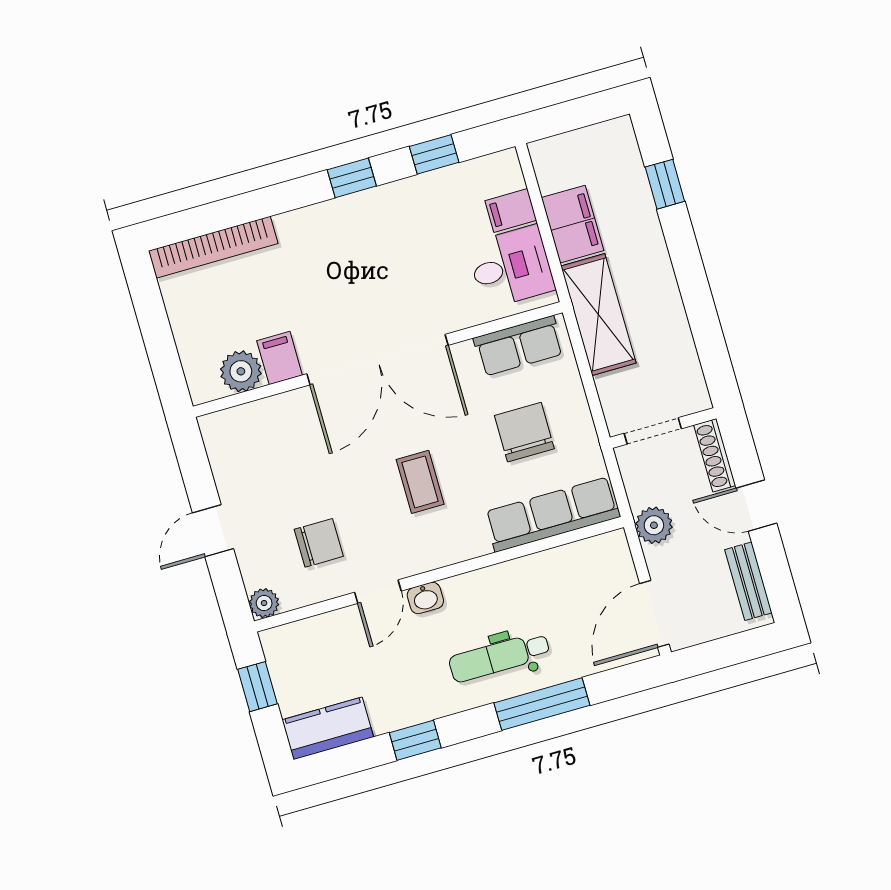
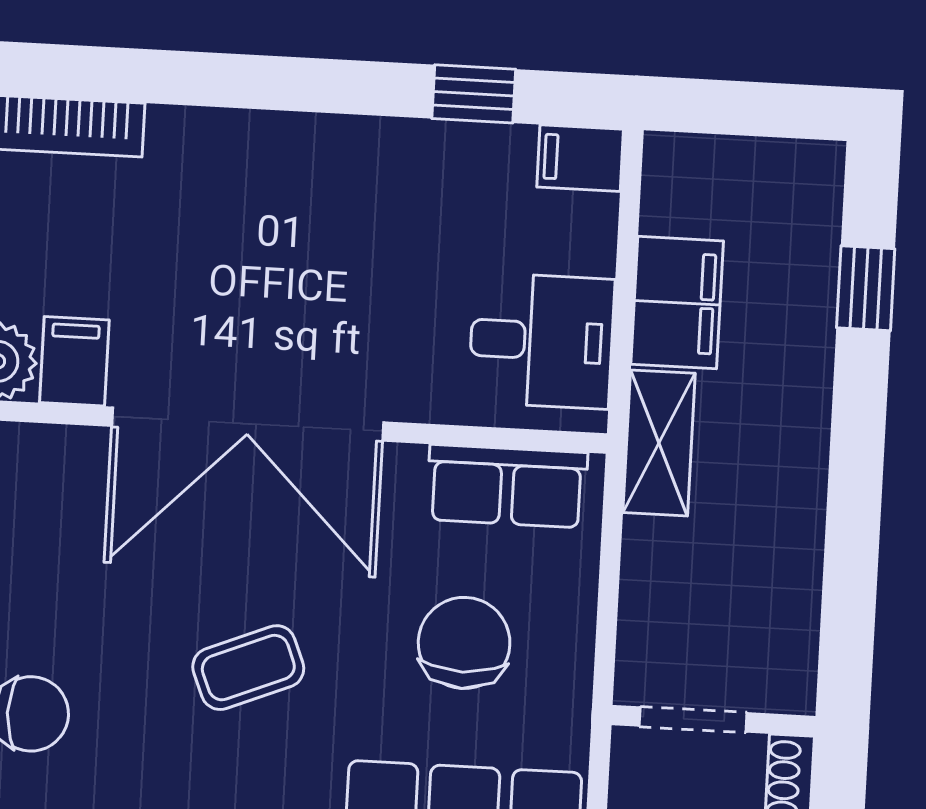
window: (352, 178) -> (313, 85), removed
filing cabinet: (511, 210) -> (580, 158), moved
shelving: (598, 315) -> (659, 443), width x0.67, depth x0.75
coffee table: (420, 482) -> (248, 668), turned 68

